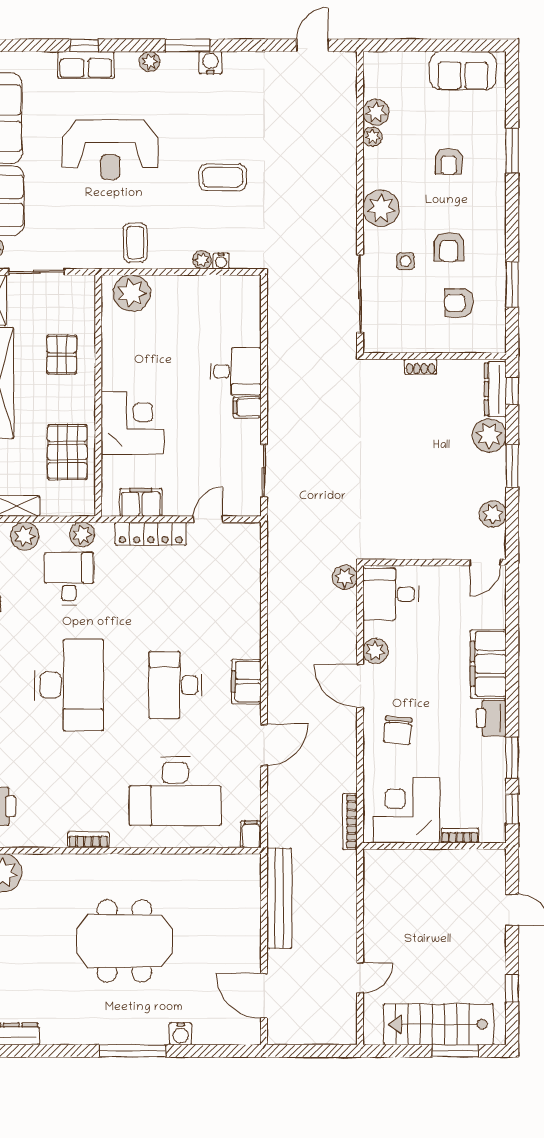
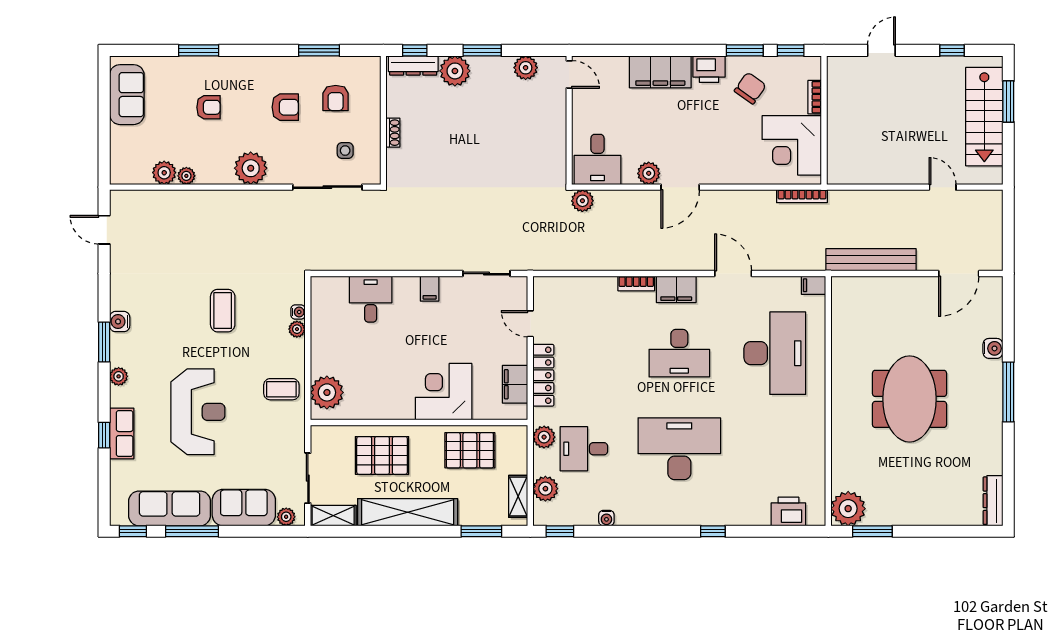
side table: (405, 261) -> (345, 151), moved
pallet: (62, 354) -> (382, 455), width x1.50, depth x1.42
desk: (235, 371) -> (371, 299), moved
chair: (398, 730) -> (750, 88), moved, turned -60
bookcase: (88, 840) -> (636, 283), moved, turned -90

